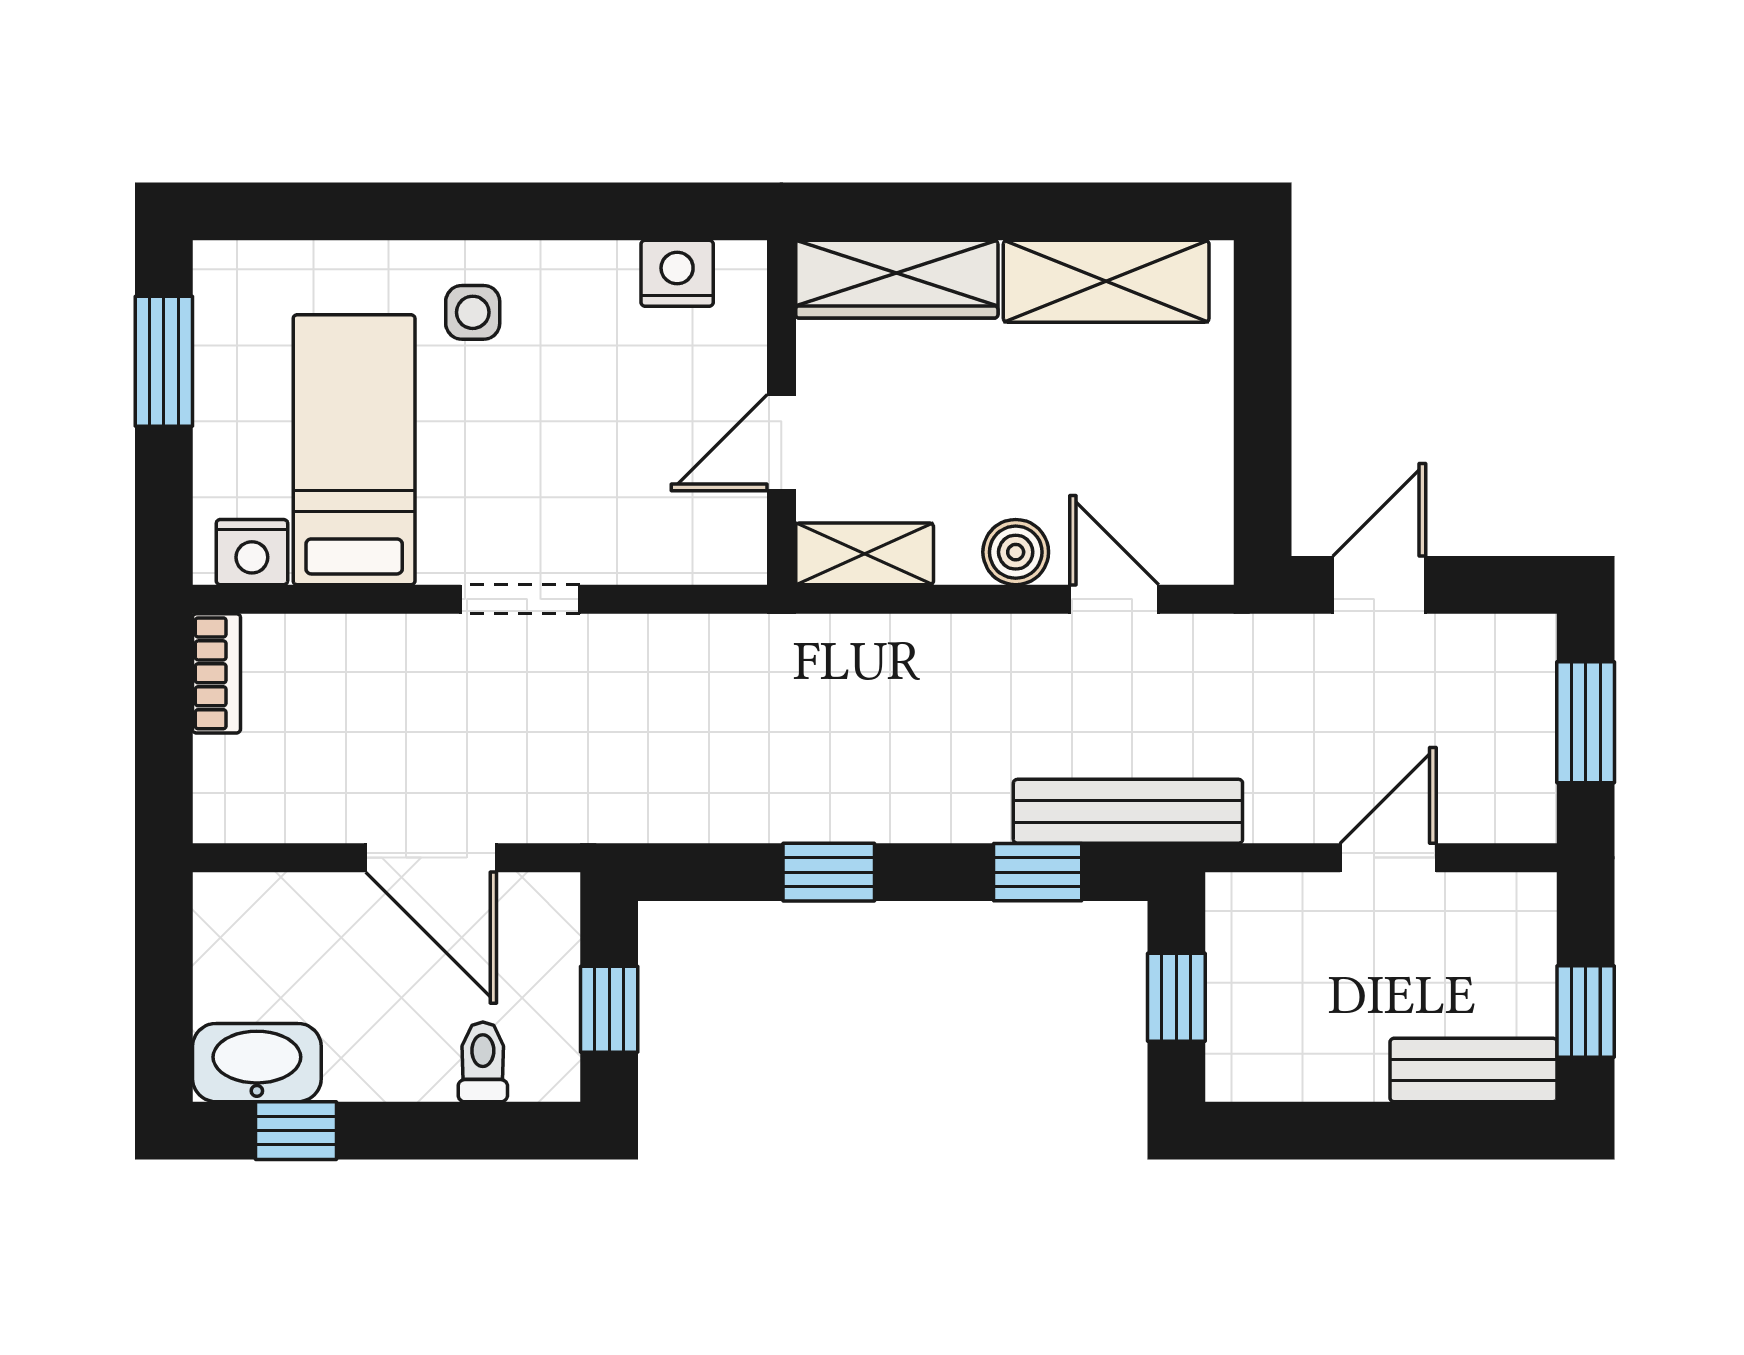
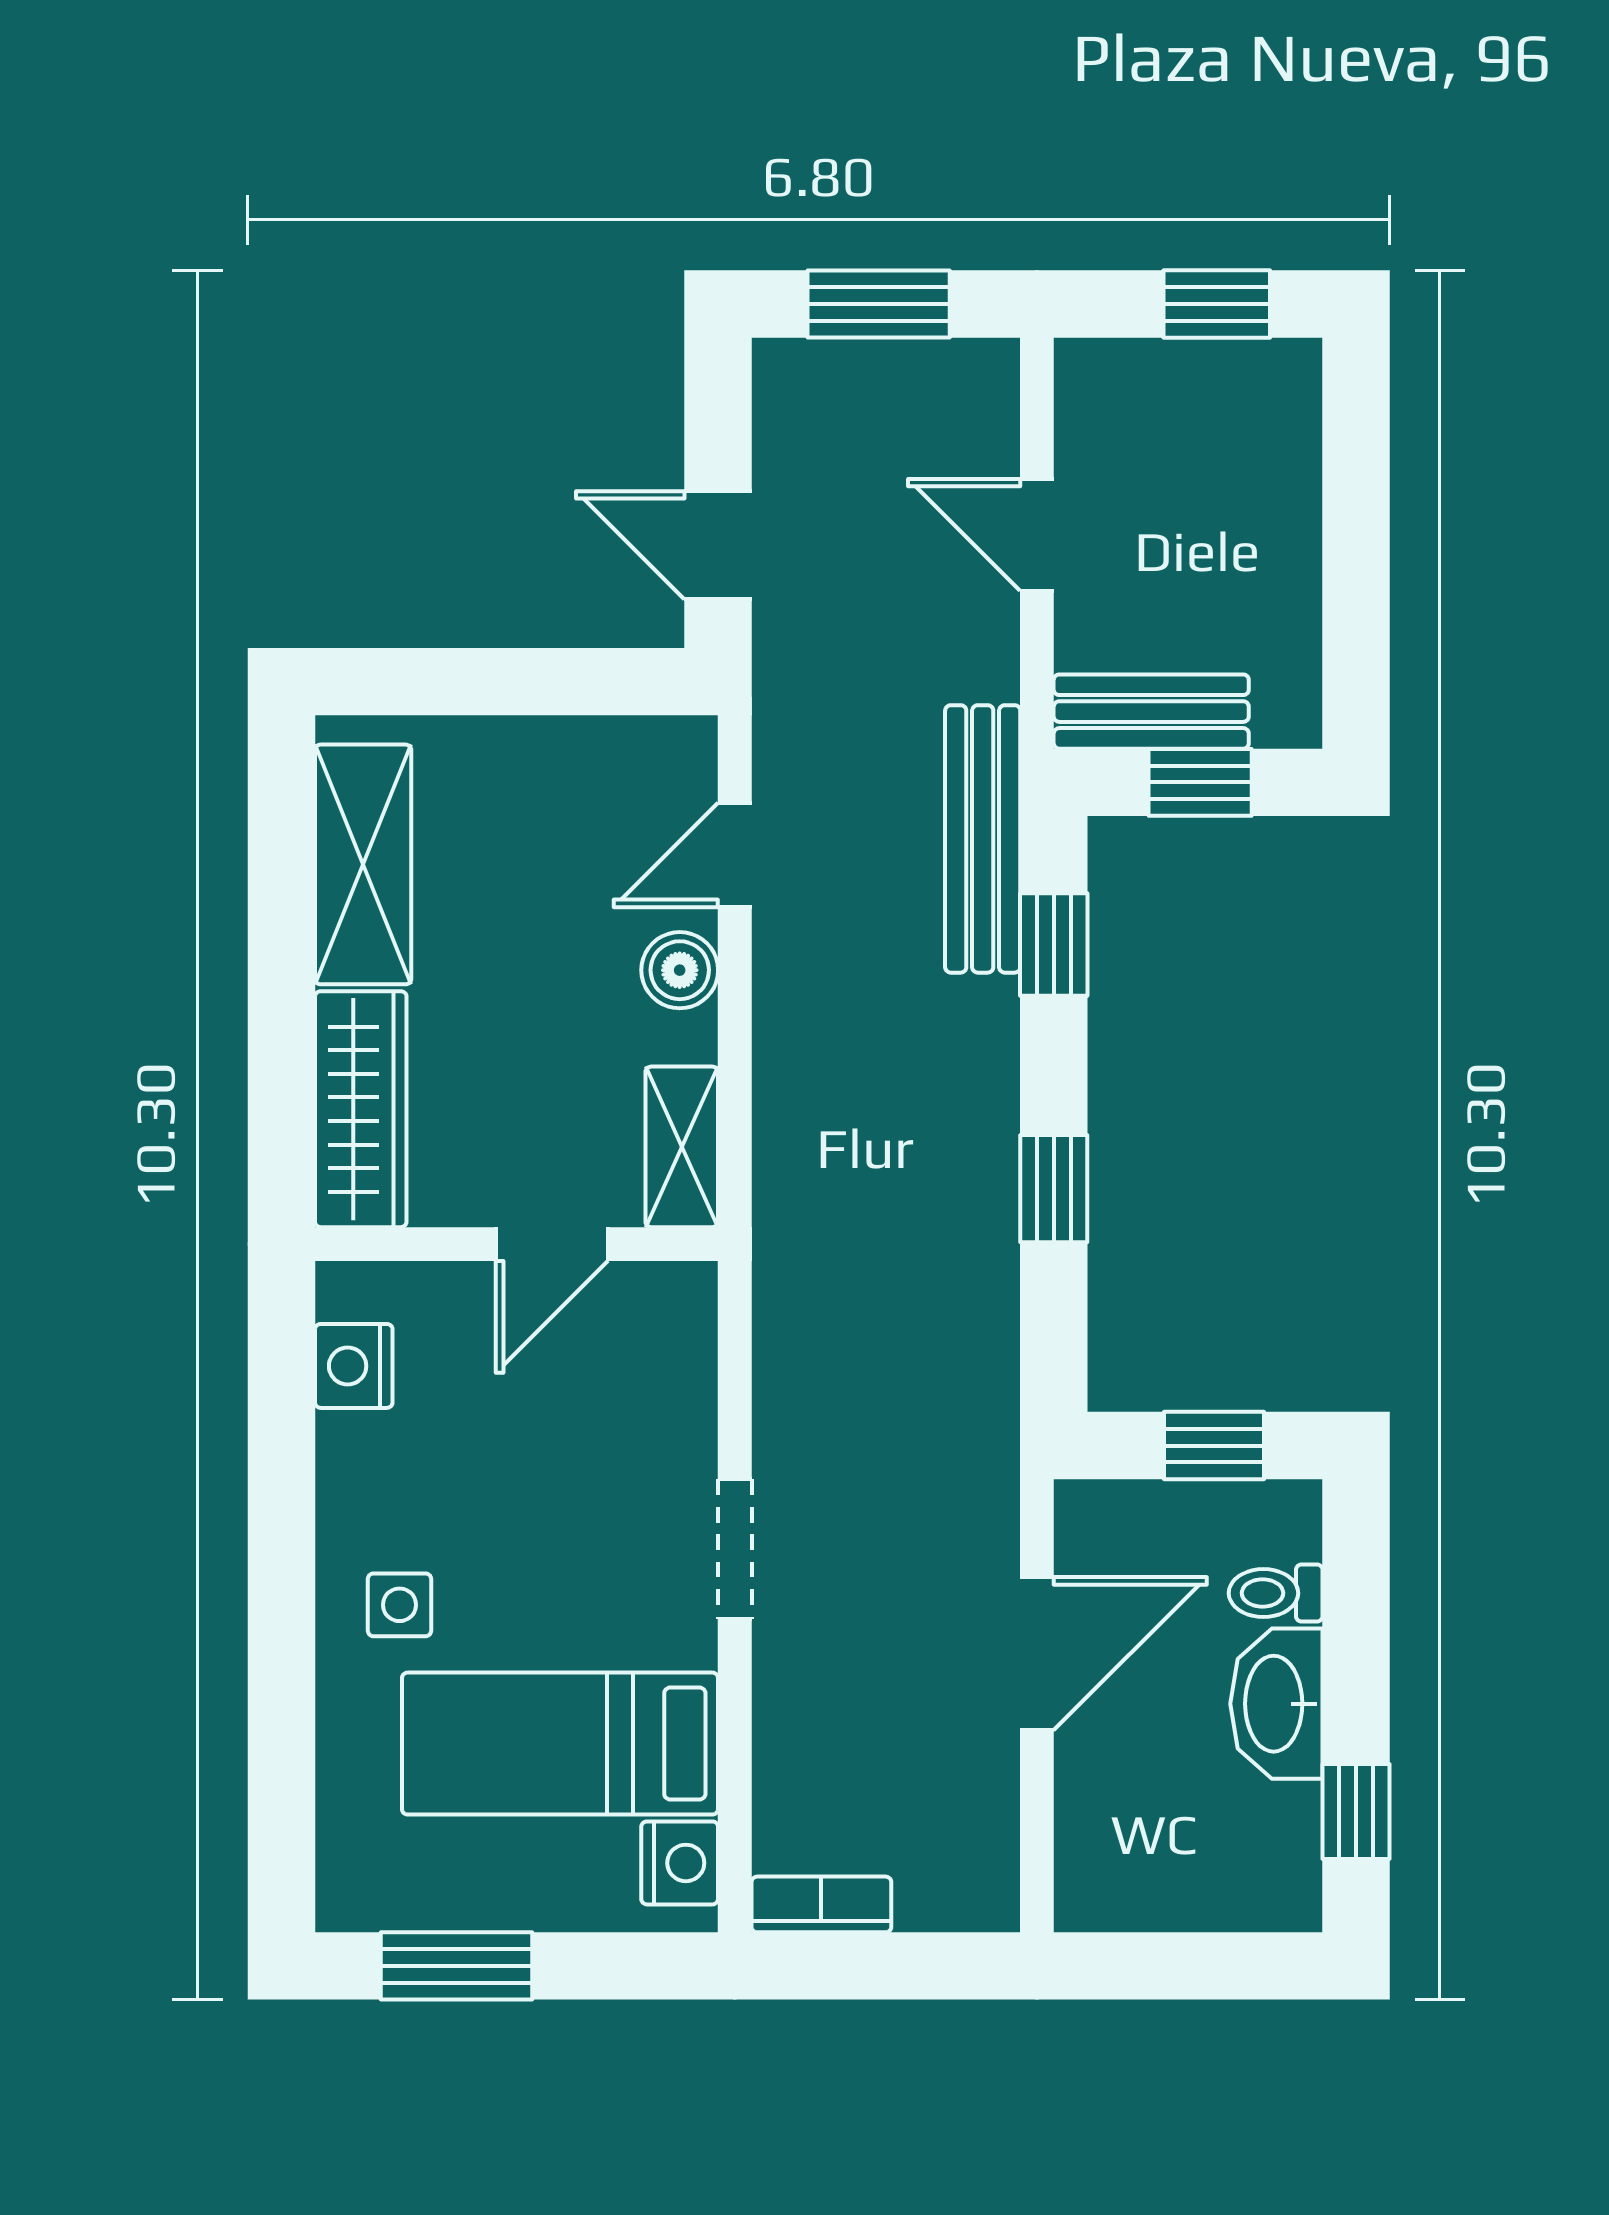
door: (781, 443) -> (552, 1244), hinge flipped
washbasin: (257, 1063) -> (1276, 1704), moved
bench: (1474, 1070) -> (1151, 712), moved, turned 90

